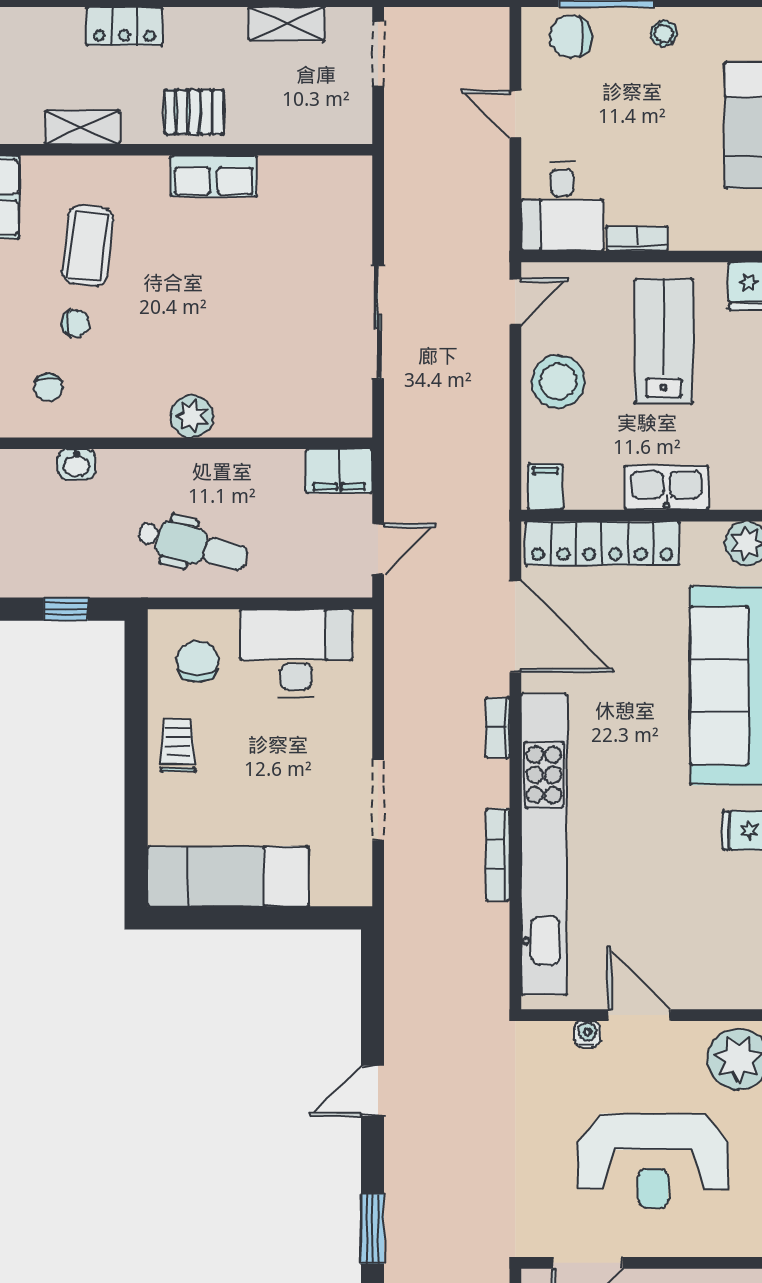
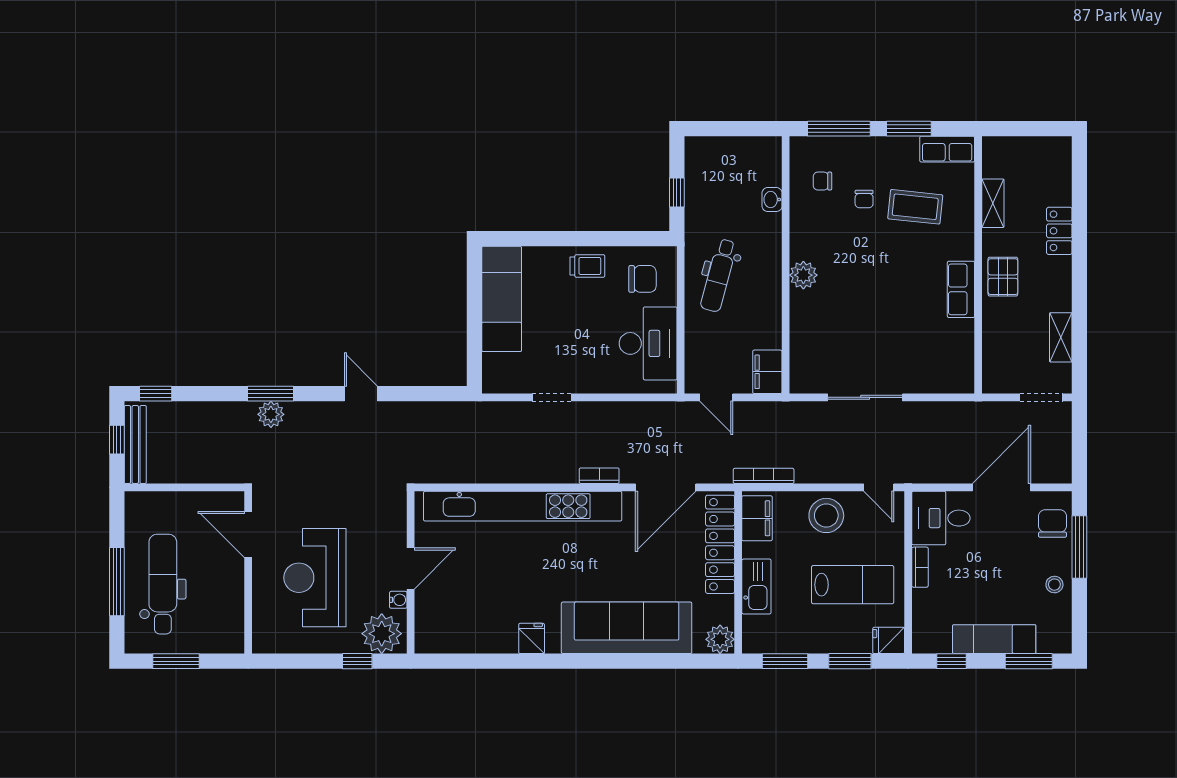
door: (515, 114) -> (1002, 487), width x1.87
filing cabinet: (545, 487) -> (757, 518), width x2.00
doorway: (378, 800) -> (552, 397), width x0.73
bookcase: (498, 855) -> (764, 476), moved
water cooler: (587, 1034) -> (398, 600), moved
plant: (404, 1228) -> (271, 414), added

